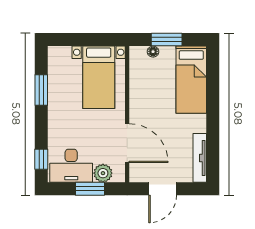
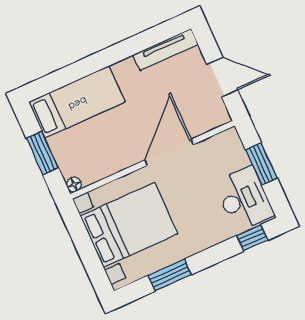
floor lamp: (153, 52) -> (74, 184), moved
bed with nightstands: (99, 77) -> (129, 225), width x1.36
door: (127, 143) -> (169, 152), moved
plant: (103, 173) -> (236, 157), removed

